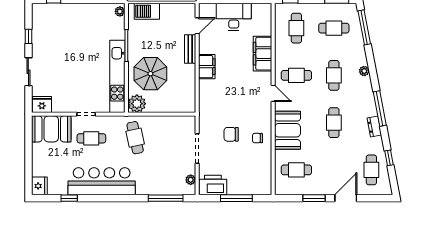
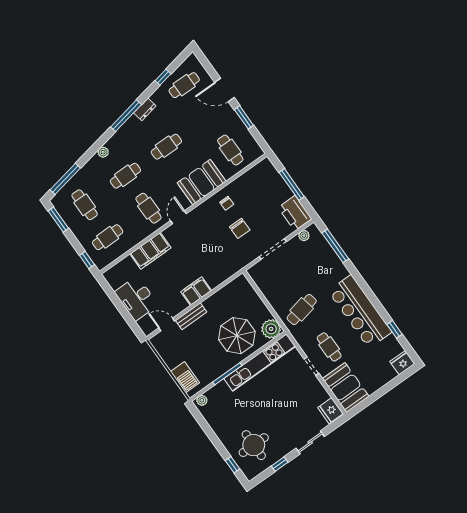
round table: (57, 27) -> (254, 445), added

